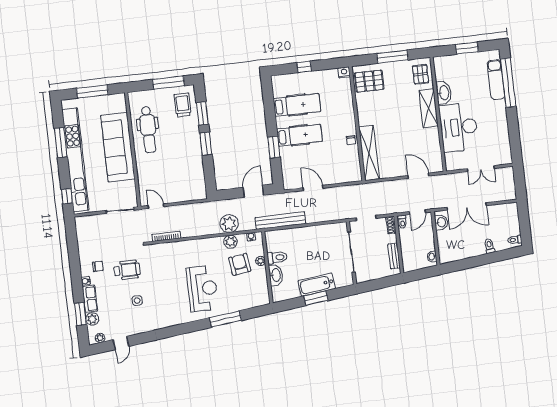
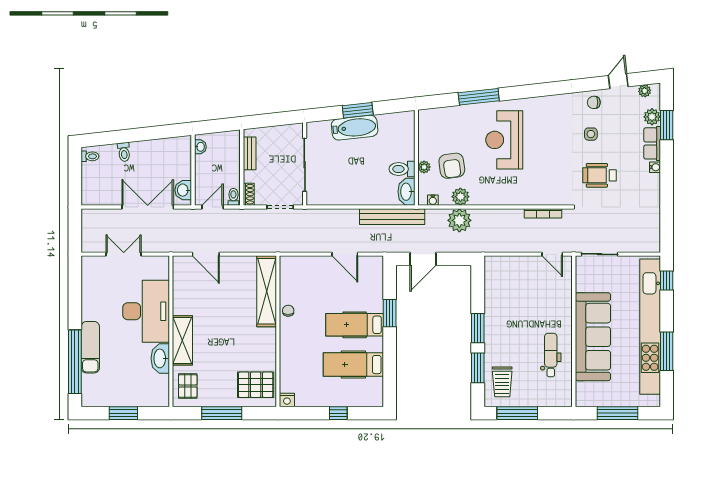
exam couch: (496, 80) -> (90, 347), moved
dental chair: (148, 130) -> (551, 355), width x0.73, depth x0.72
chair: (98, 266) -> (594, 102), moved
washbasin: (276, 275) -> (406, 192), moved

